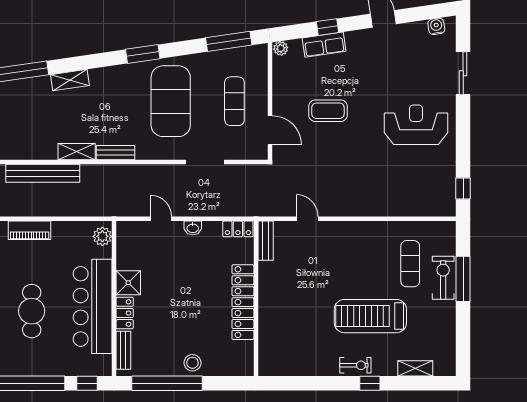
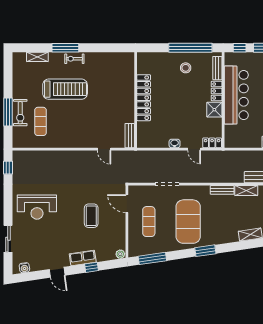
row of seats: (324, 45) -> (83, 258), moved
coffee table: (328, 111) -> (91, 216), turned 90
locker: (238, 229) -> (212, 143), moved
plant: (102, 236) -> (230, 138), removed
stool: (192, 363) -> (186, 68), moved
window: (370, 383) -> (65, 48), width x2.17

